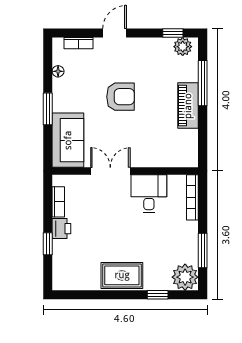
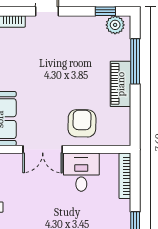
armchair: (120, 97) -> (82, 123), moved, turned -89
double door: (110, 171) -> (43, 149), swing flipped

